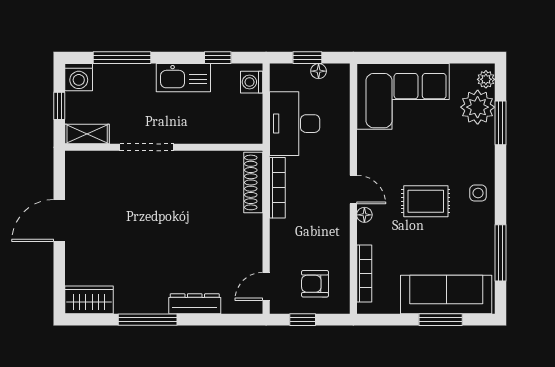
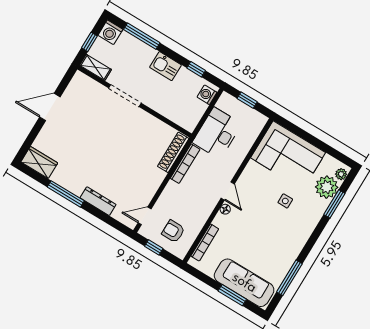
floor lamp: (319, 71) -> (249, 112), removed
kitchen sink: (183, 78) -> (166, 66), width x0.73
side table: (478, 193) -> (285, 201), moved
rug: (426, 201) -> (265, 223), removed

